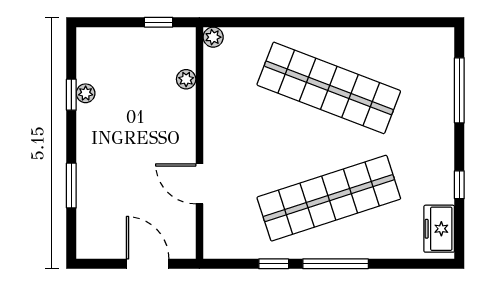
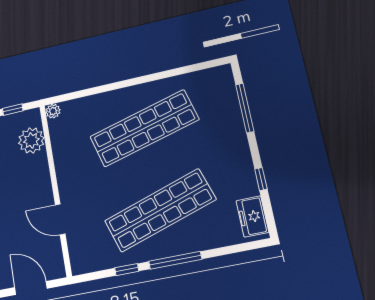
plant: (186, 79) -> (31, 141), width x1.87, depth x1.87
shop shelf: (329, 88) -> (144, 128), turned -36

